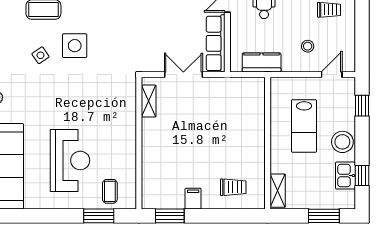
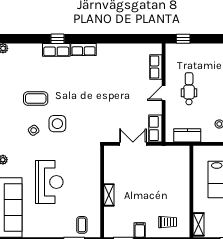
row of seats: (216, 43) -> (155, 129), width x0.68
shelving: (149, 101) -> (109, 195), moved
reception desk: (70, 160) -> (49, 182), moved

